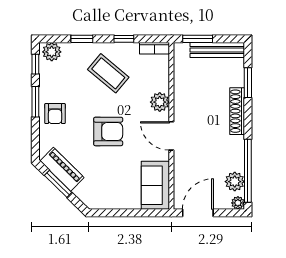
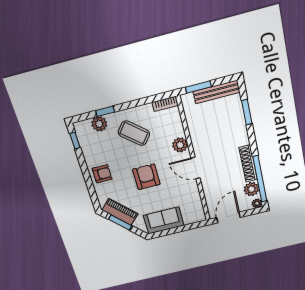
window: (124, 39) -> (139, 103), removed
plant: (52, 52) -> (99, 124), moved
window: (35, 102) -> (84, 169), removed
shoe rack: (237, 111) -> (248, 164), moved
armchair: (55, 114) -> (102, 174), turned -90
armchair: (108, 131) -> (146, 177), turned -90
sofa: (155, 185) -> (164, 220), moved, turned 90

